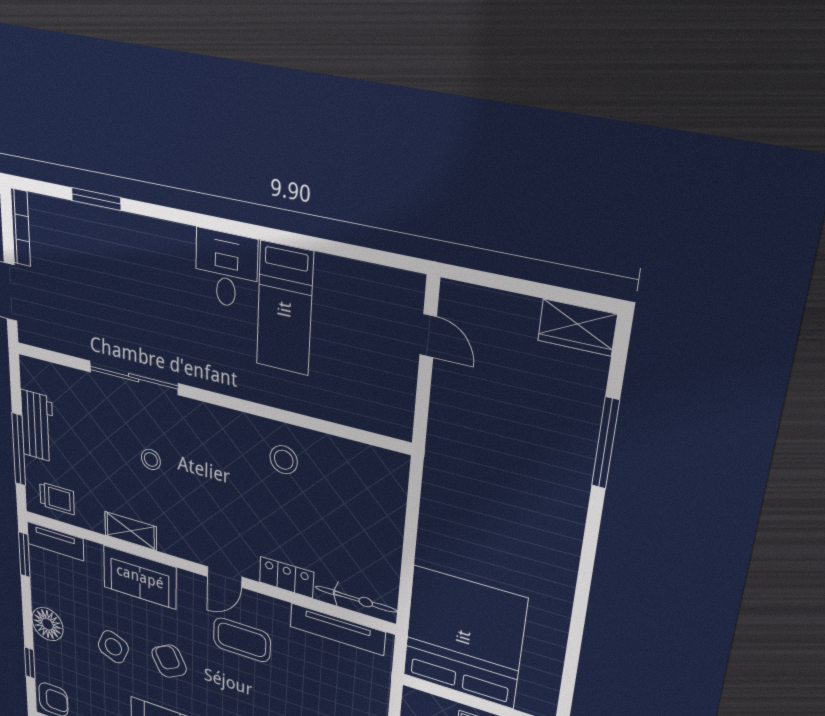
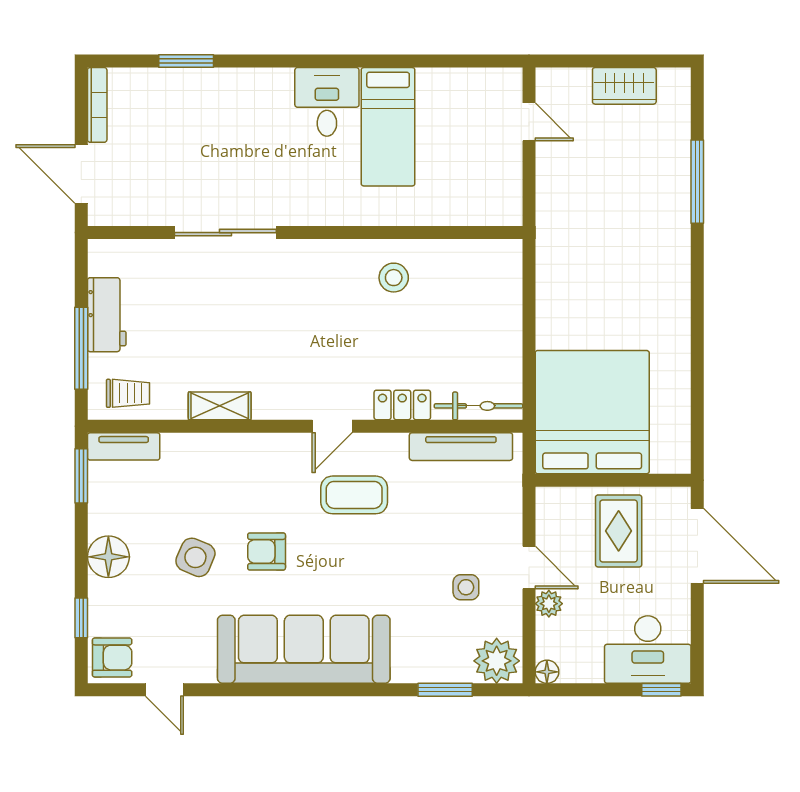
wardrobe: (577, 327) -> (624, 86), moved
stool: (151, 460) -> (245, 317), removed
sofa: (140, 577) -> (230, 458), removed
armchair: (169, 661) -> (267, 551), turned -62

